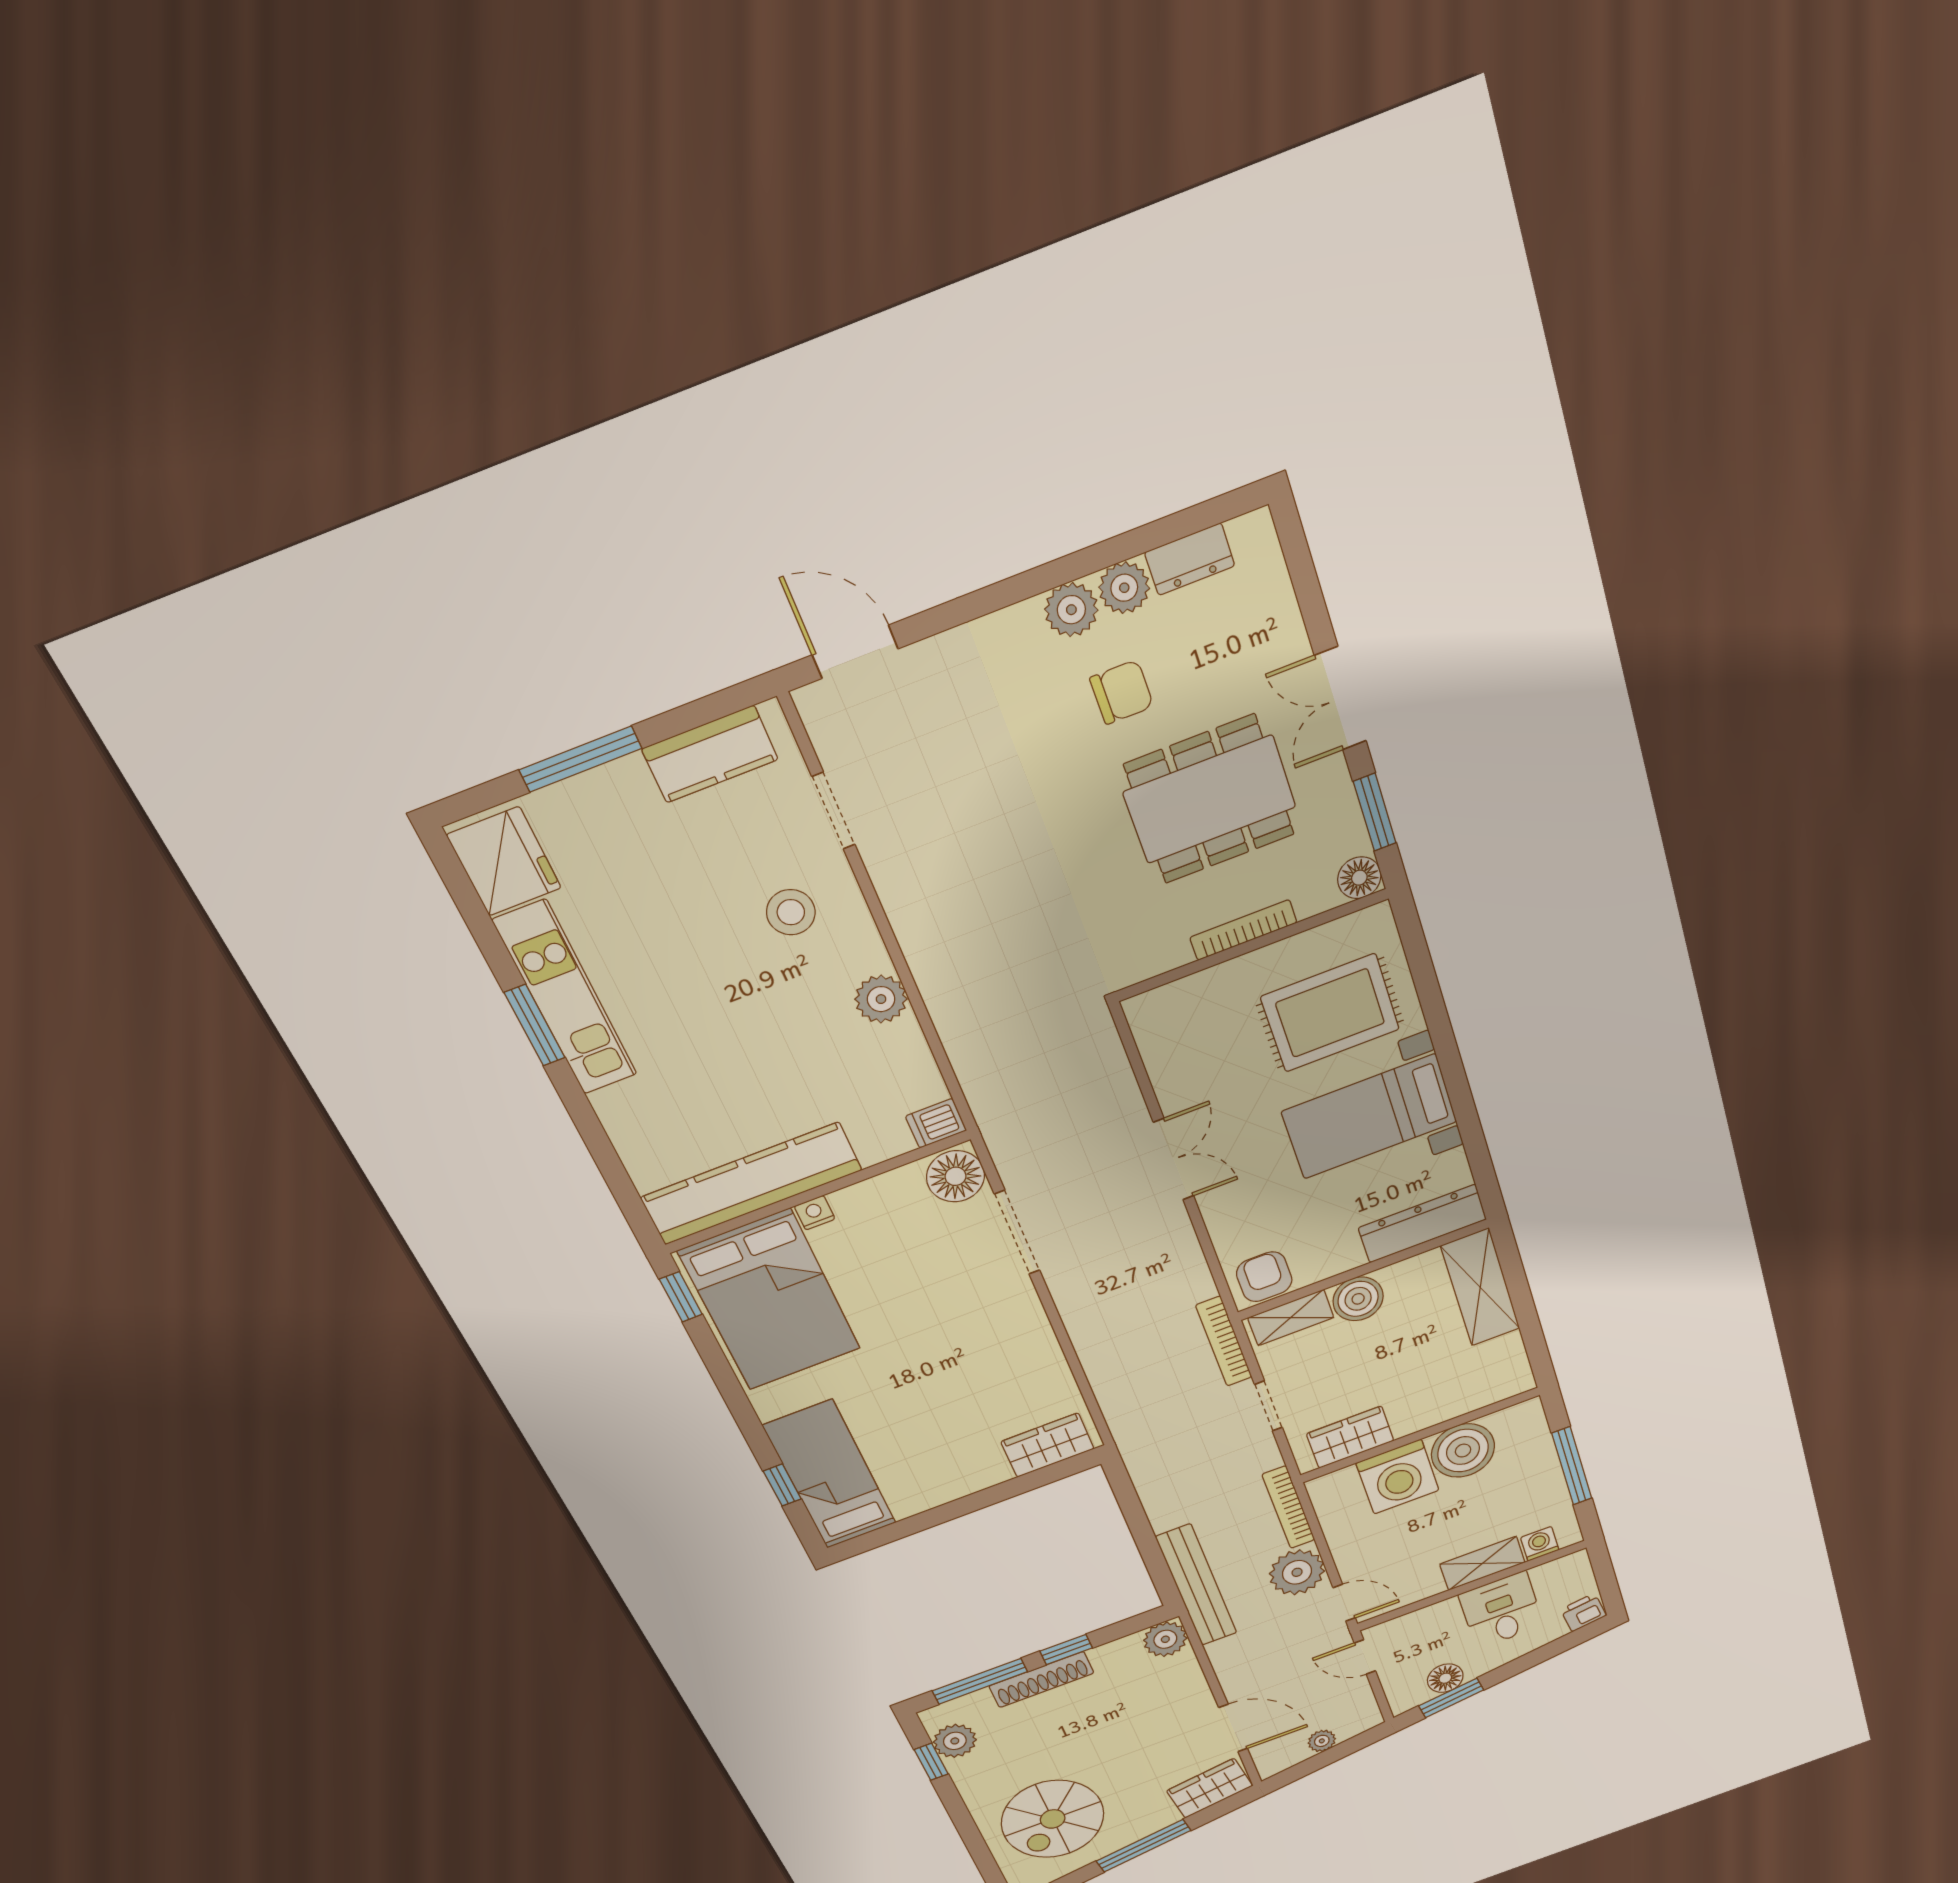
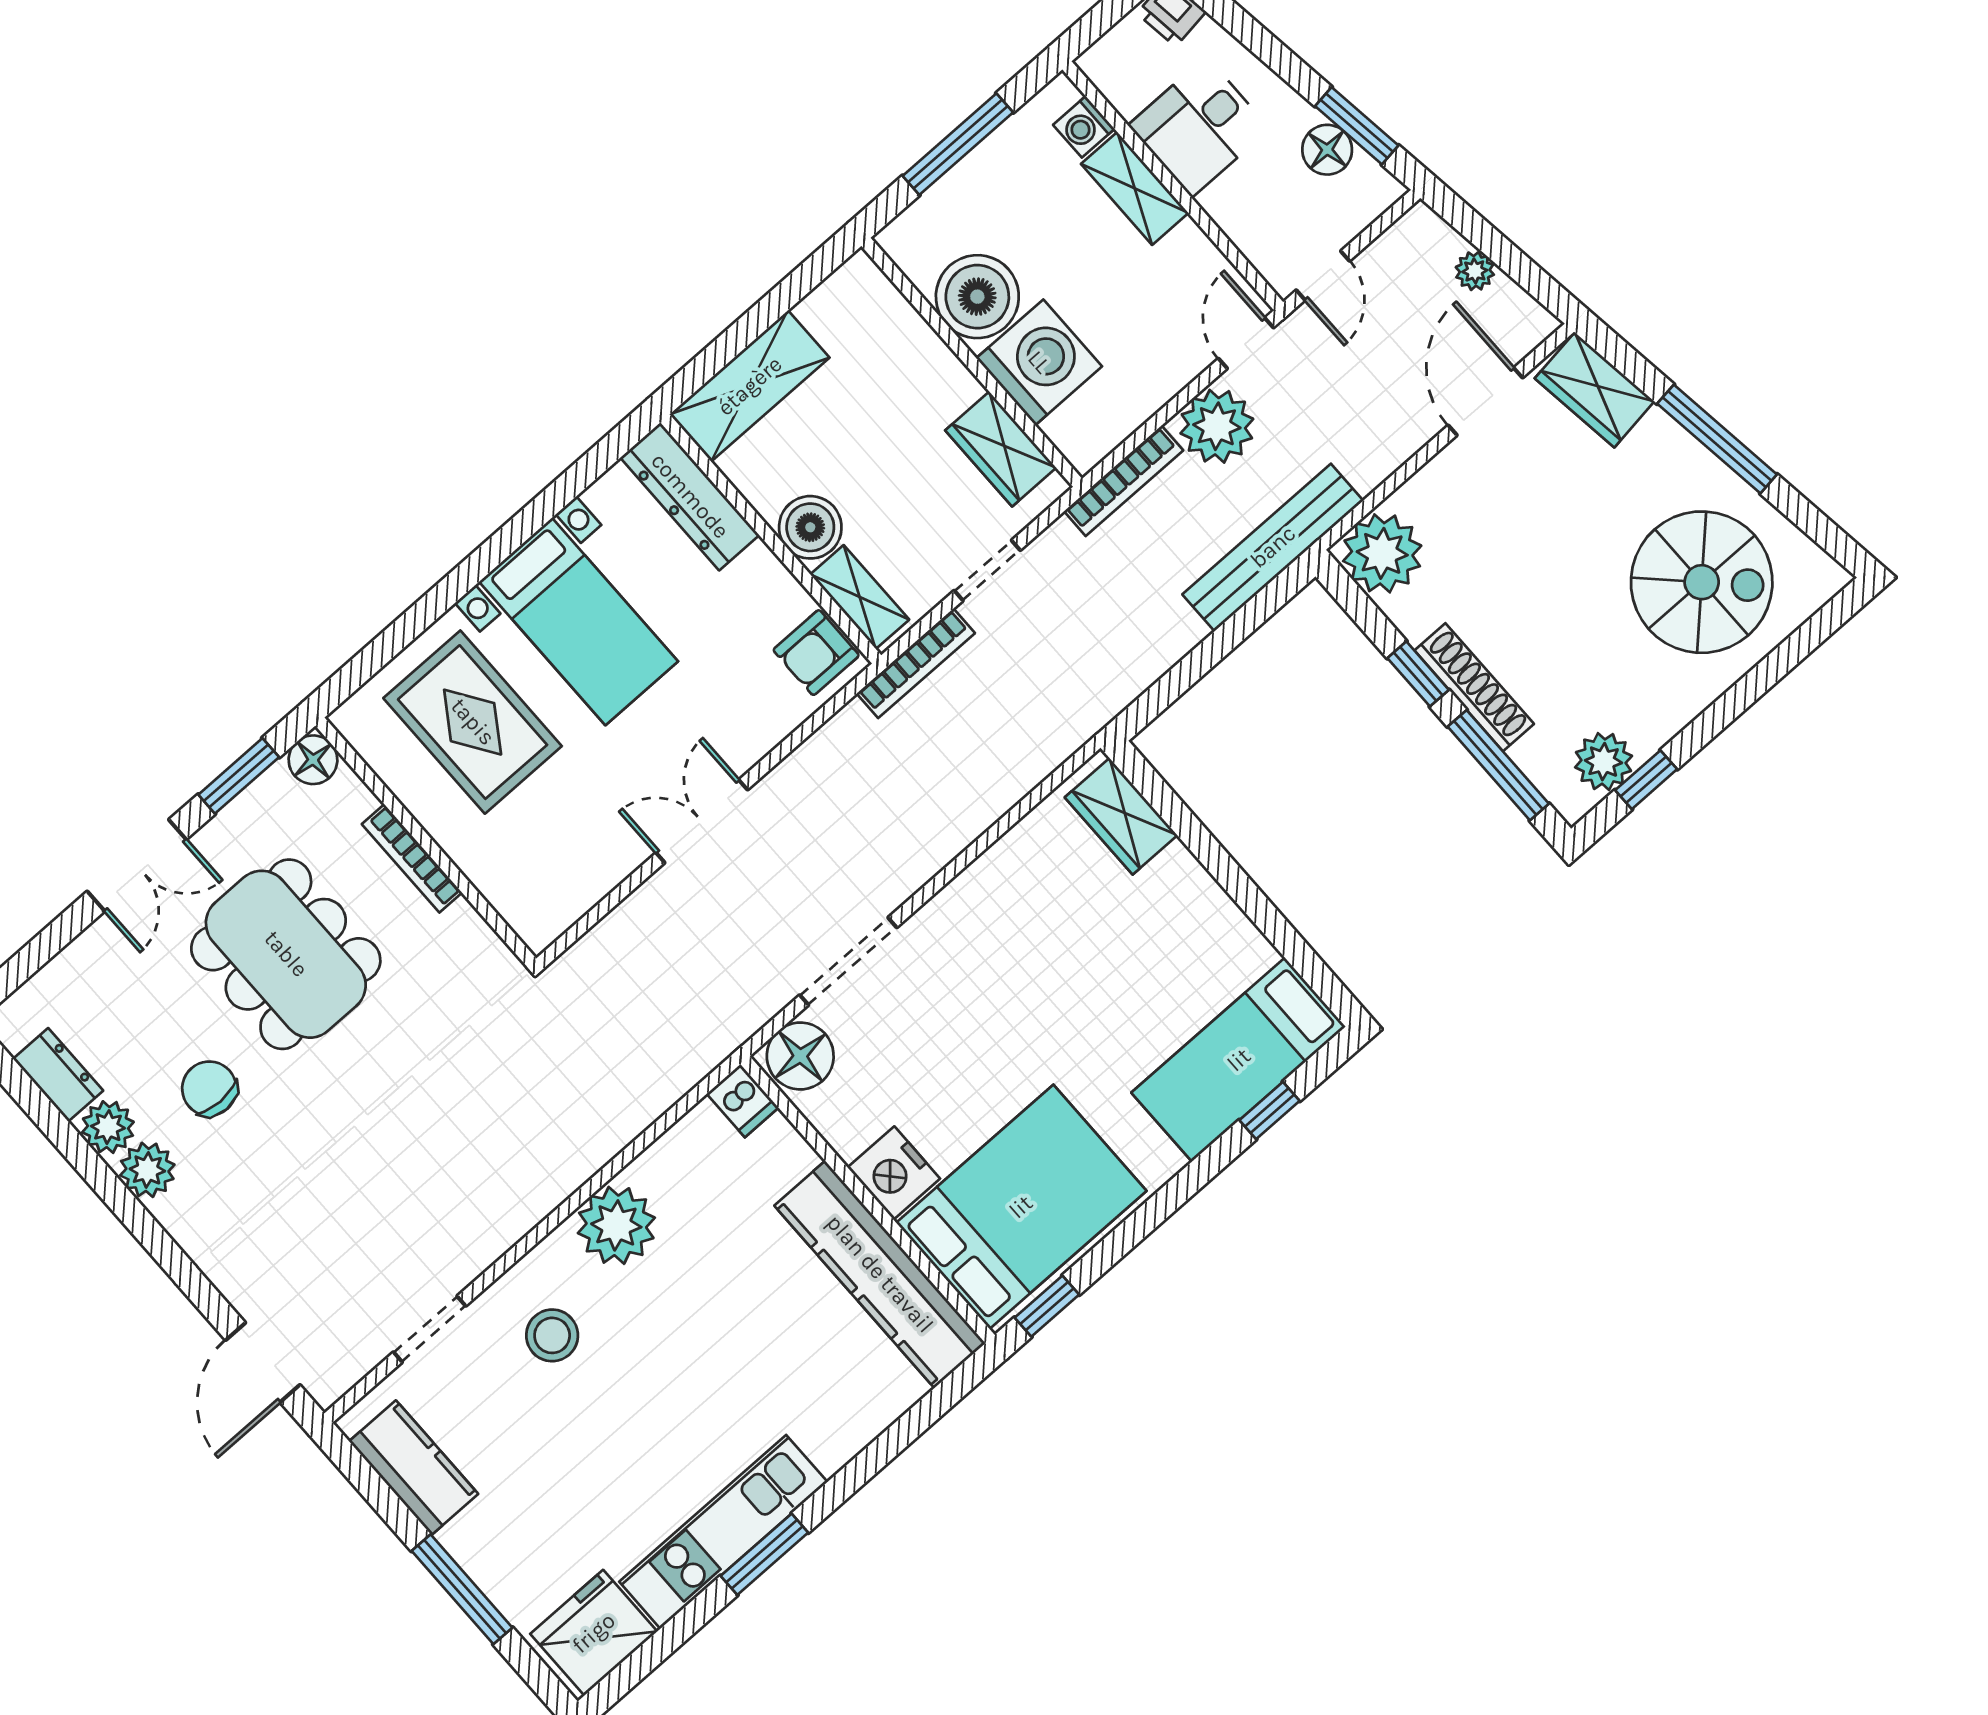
plant: (881, 999) -> (616, 1225), width x1.36, depth x1.36
nightstand: (815, 1213) -> (894, 1173), width x1.89, depth x1.79
plant: (1165, 1639) -> (1382, 553), width x1.36, depth x1.36

